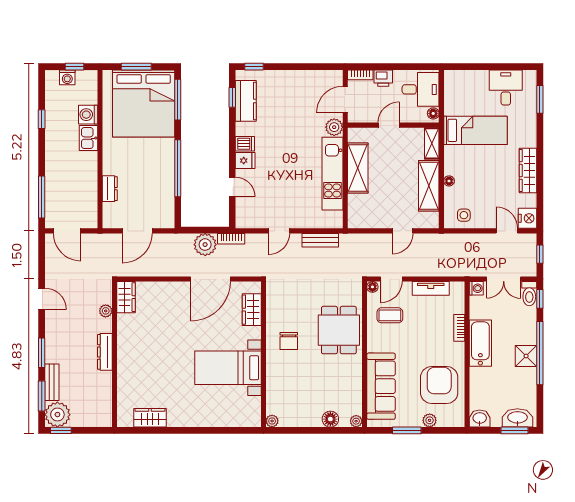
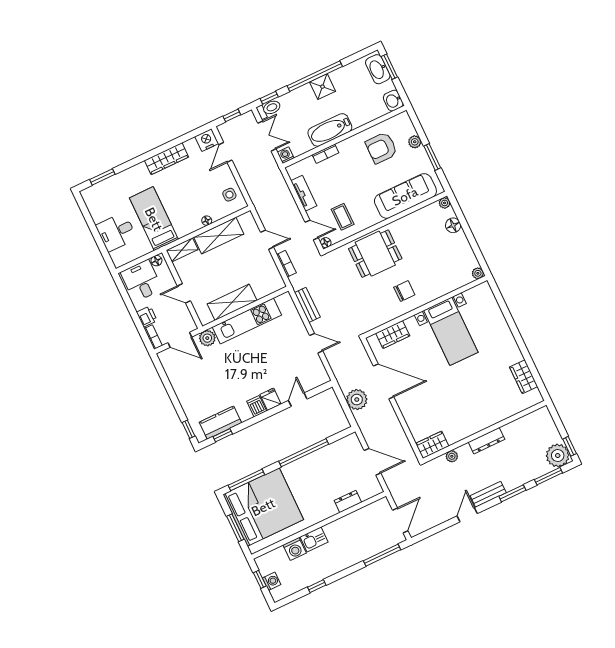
desk: (506, 88) -> (116, 232), moved
bookcase: (231, 239) -> (286, 264), moved
bench: (52, 382) -> (488, 494), moved
armchair: (439, 385) -> (381, 148), width x0.73, depth x0.73

